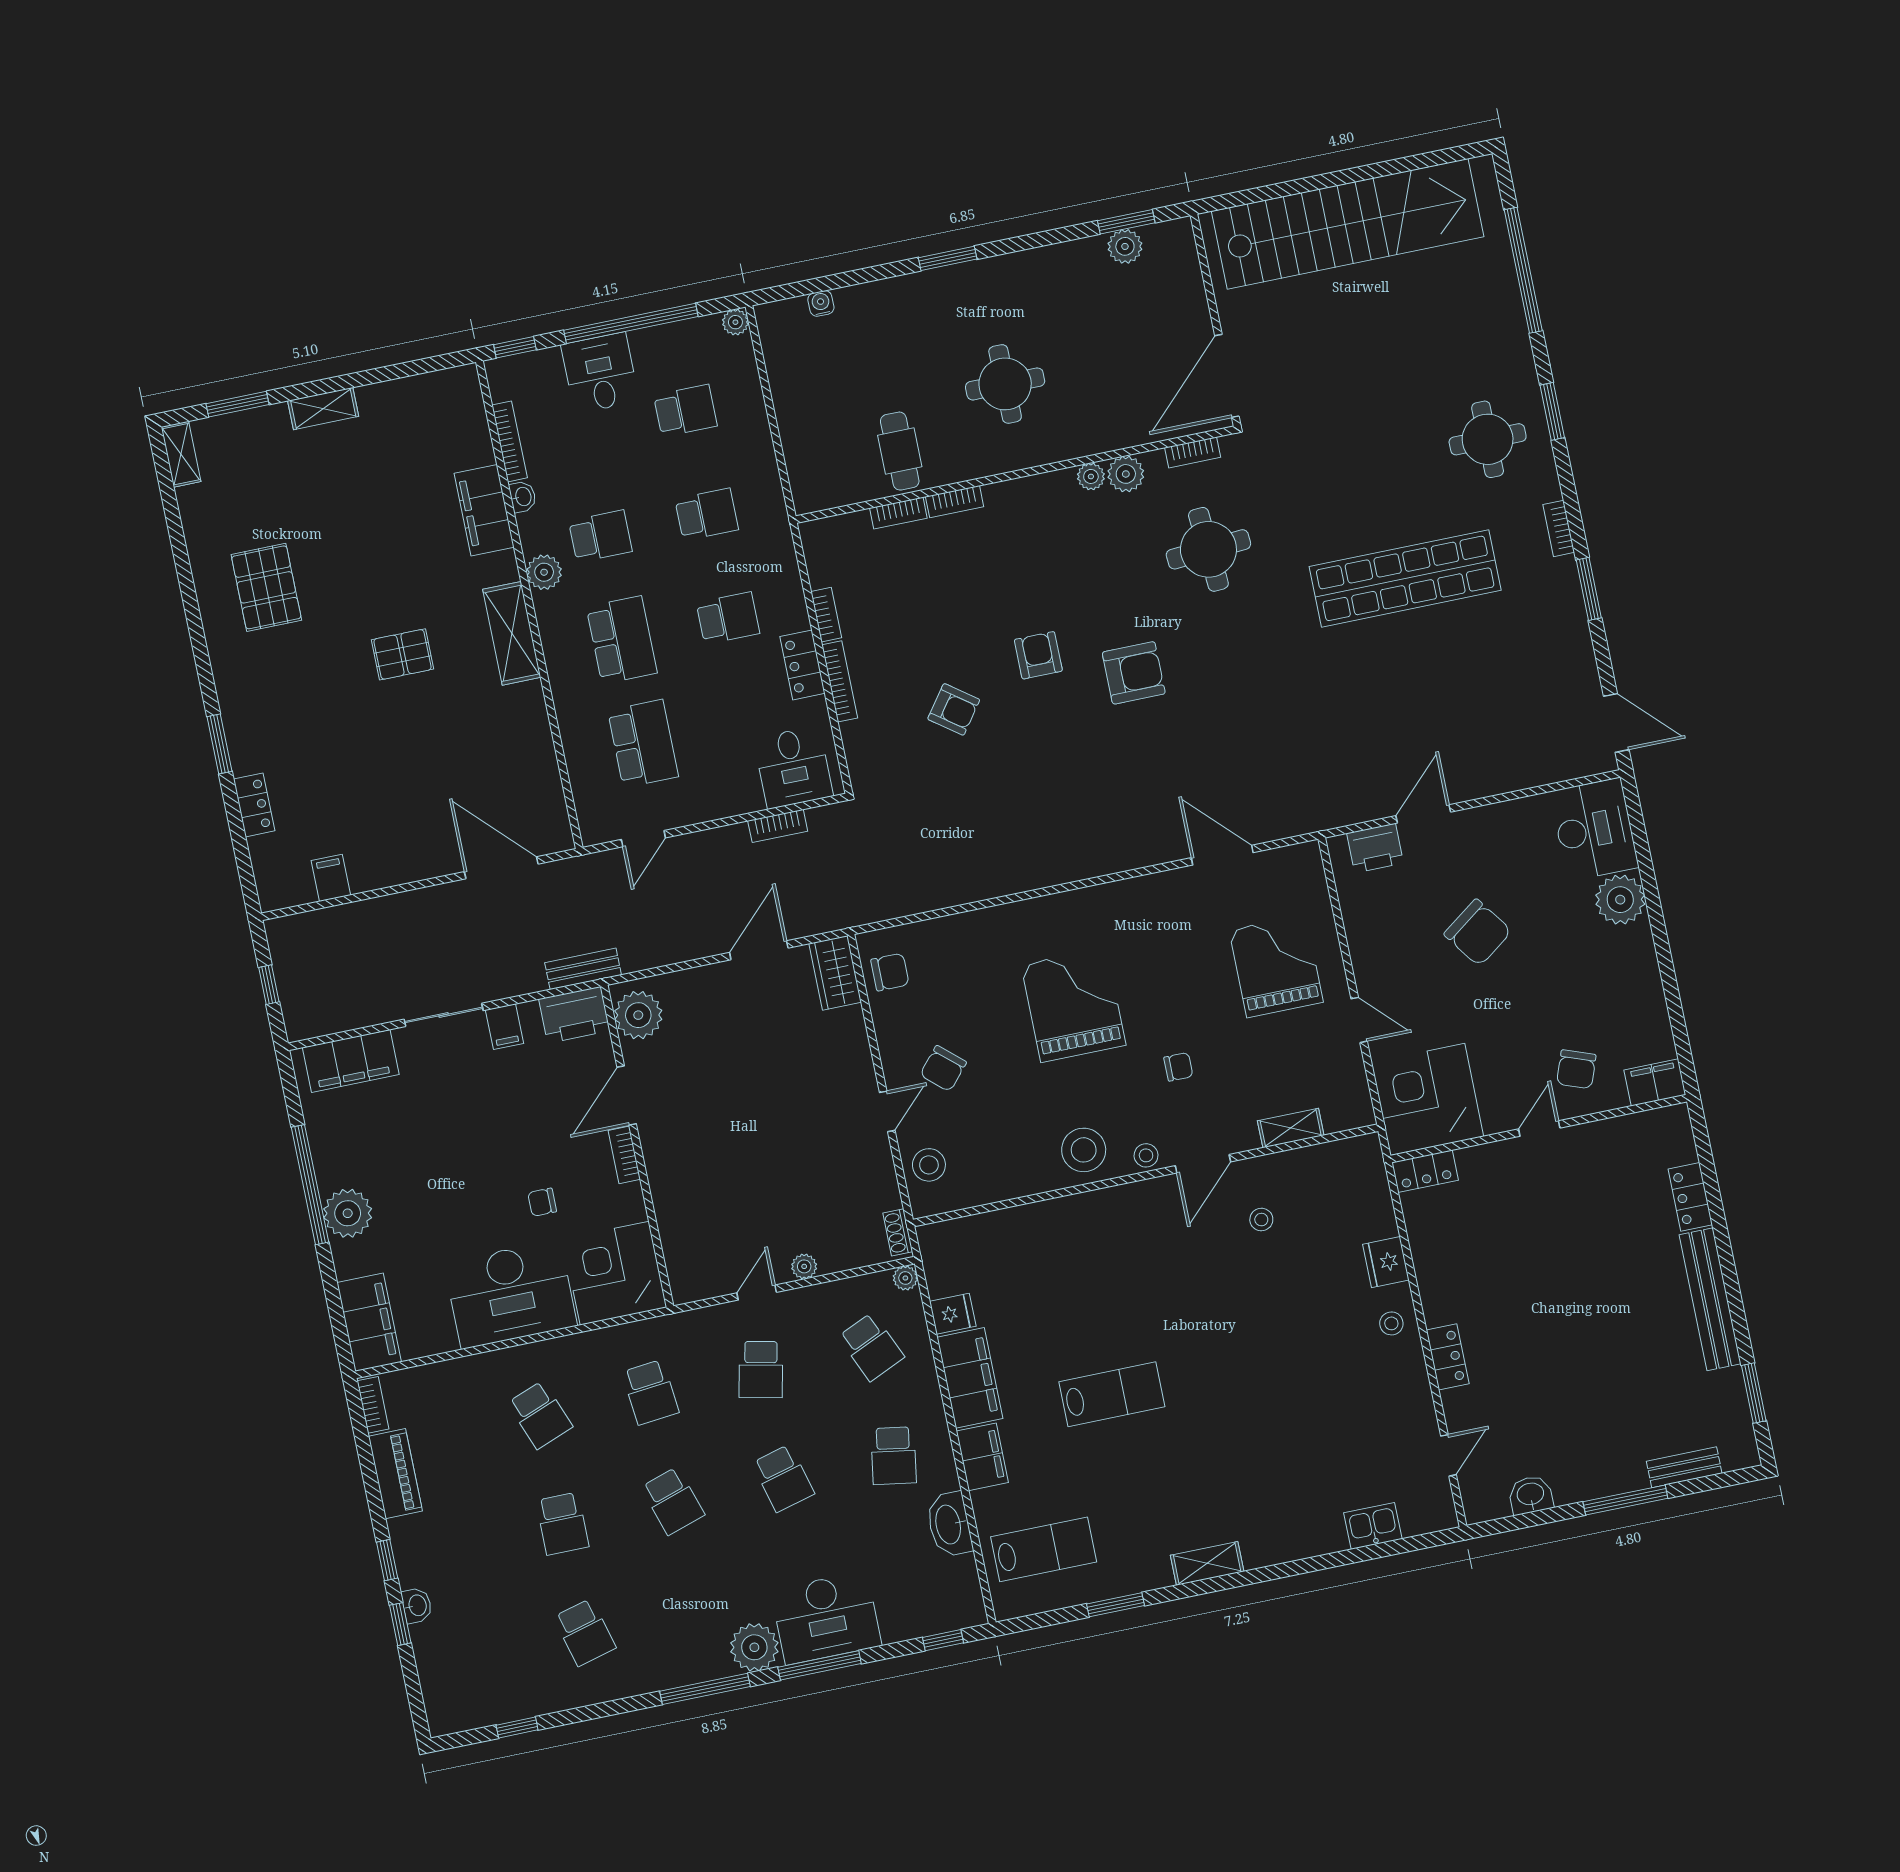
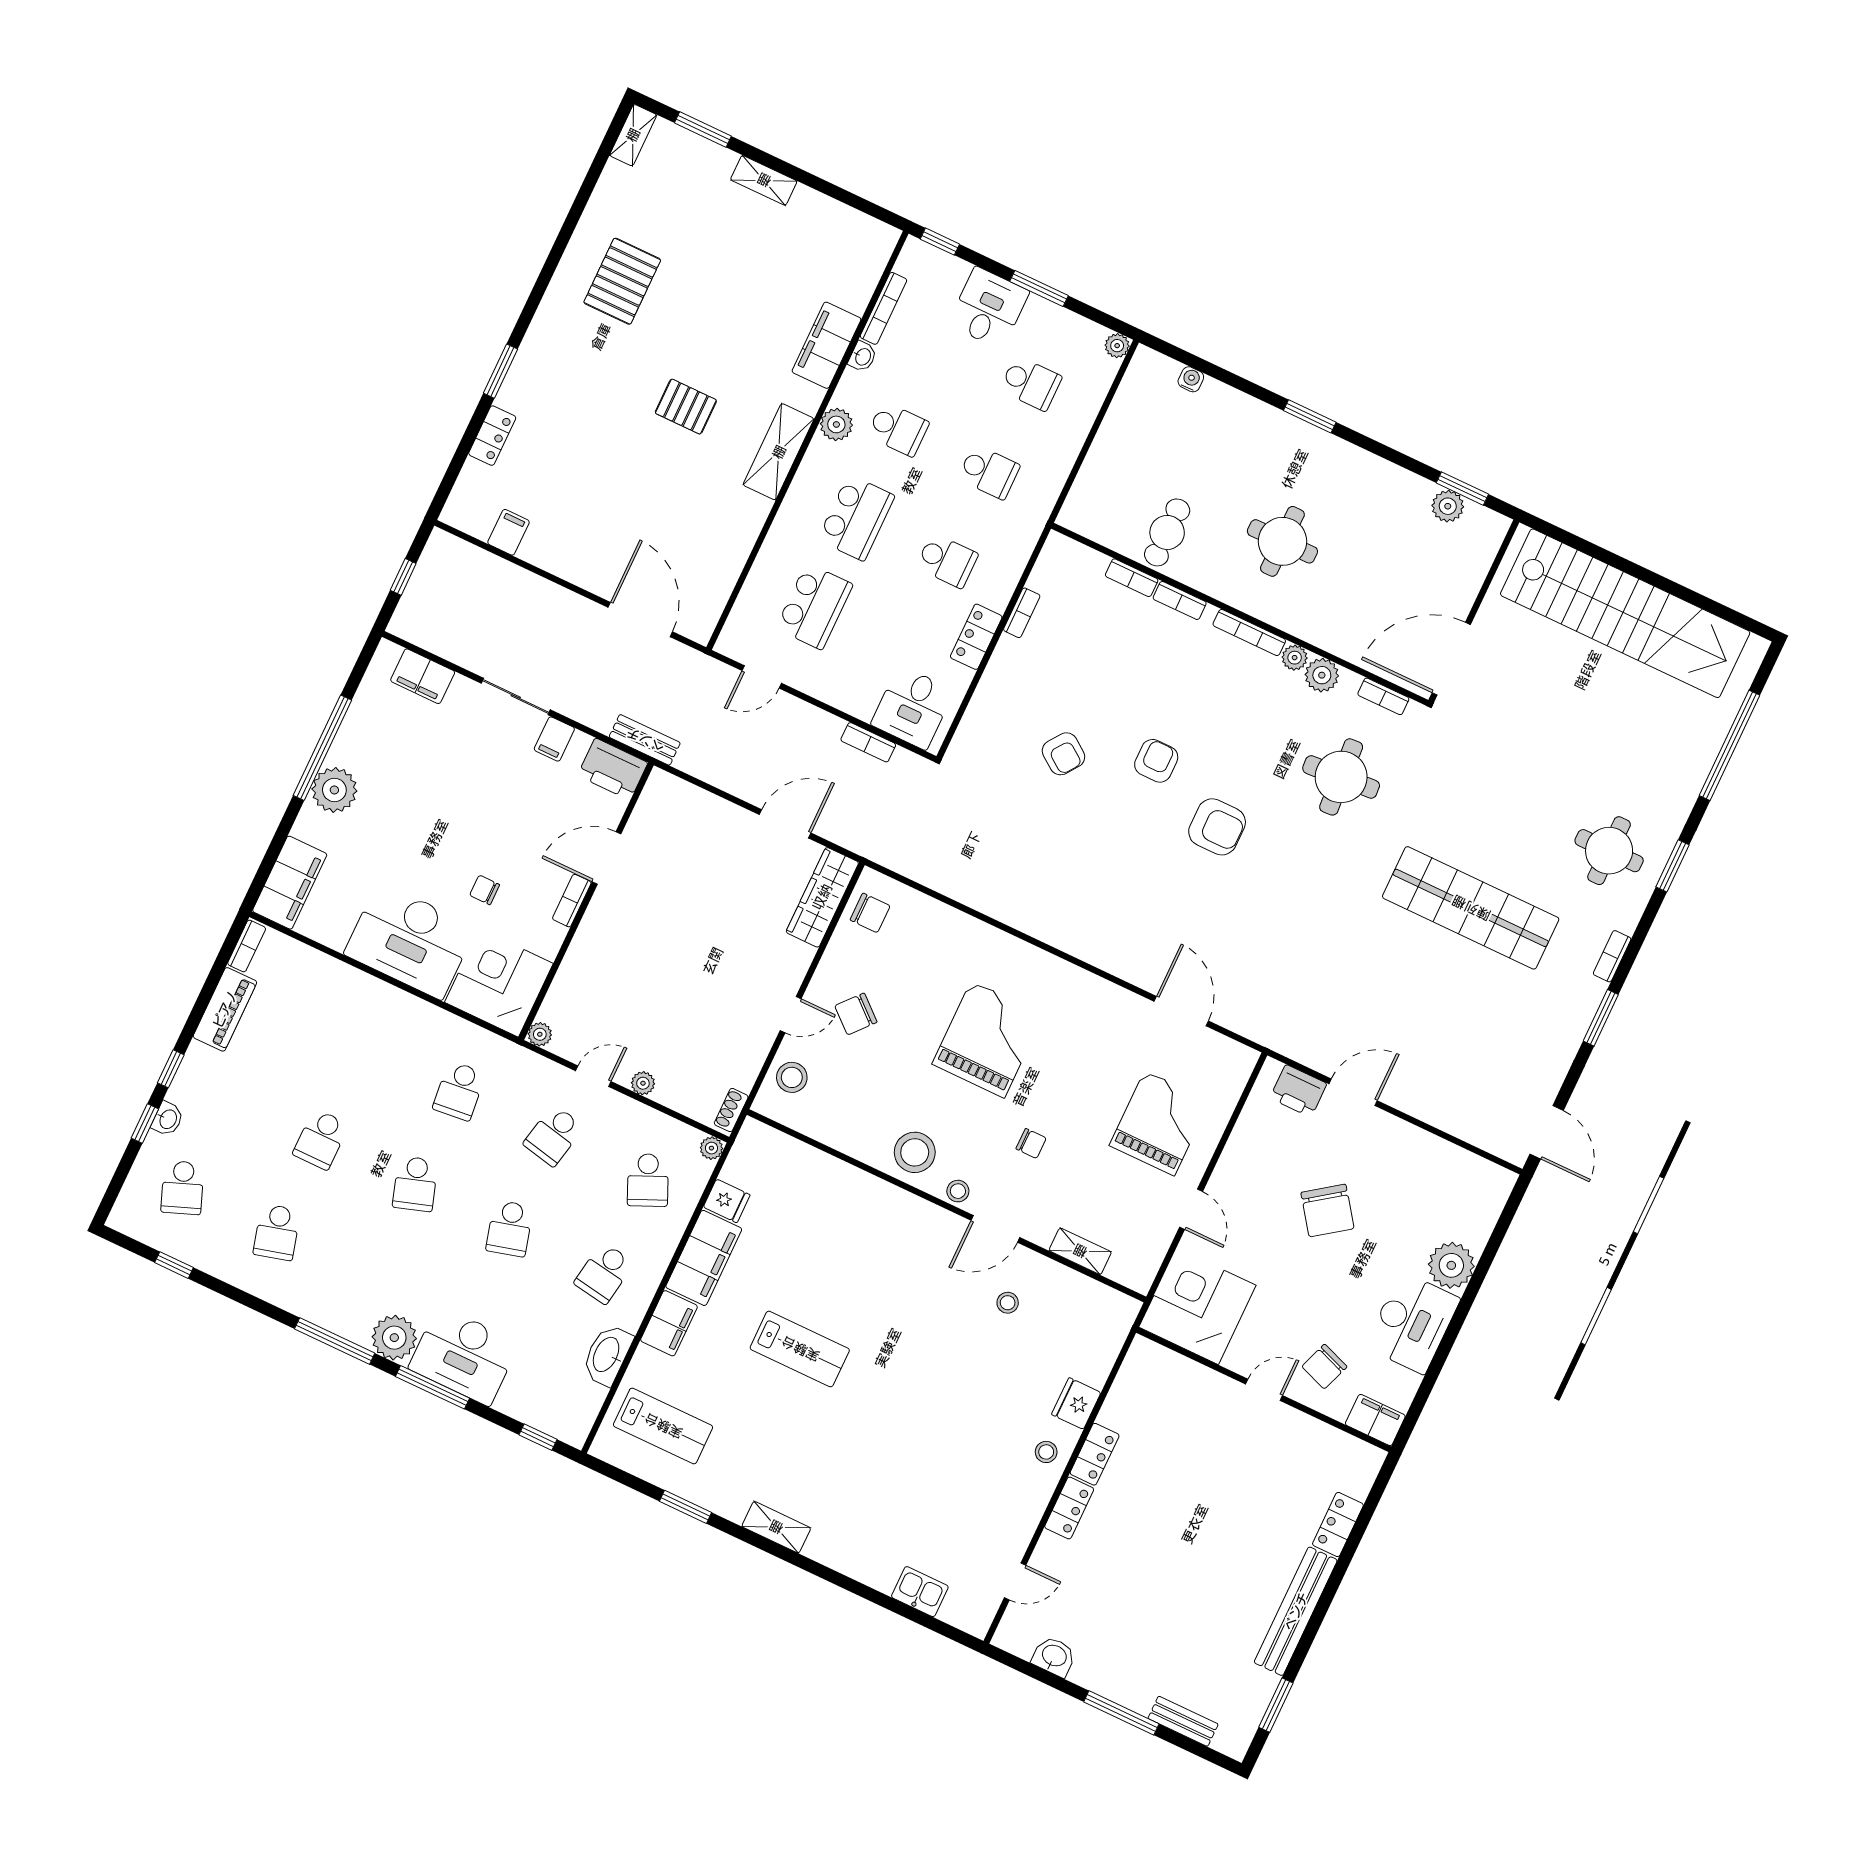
window: (631, 323) -> (1039, 288), width x0.47
bookcase: (840, 681) -> (1249, 632), moved, turned 90
desk: (1594, 829) -> (1413, 1323), moved
wardrobe: (835, 973) -> (822, 897), width x1.50
plant: (638, 1015) -> (540, 1034), moved, width x0.53, depth x0.53
filing cabinet: (351, 1061) -> (423, 676), width x0.67, depth x0.86
locker: (1425, 1171) -> (1095, 1454), moved, turned -90
school desk: (540, 1415) -> (183, 1188), moved

